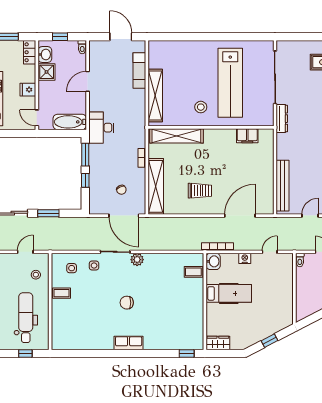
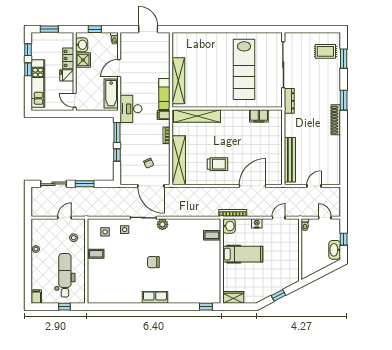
locker: (30, 52) -> (68, 58), moved
exam couch: (139, 70) -> (164, 94), moved
stool: (201, 107) -> (218, 91), removed
bathtub: (70, 122) -> (111, 94), moved, turned -90
filing cabinet: (139, 135) -> (164, 115), added

